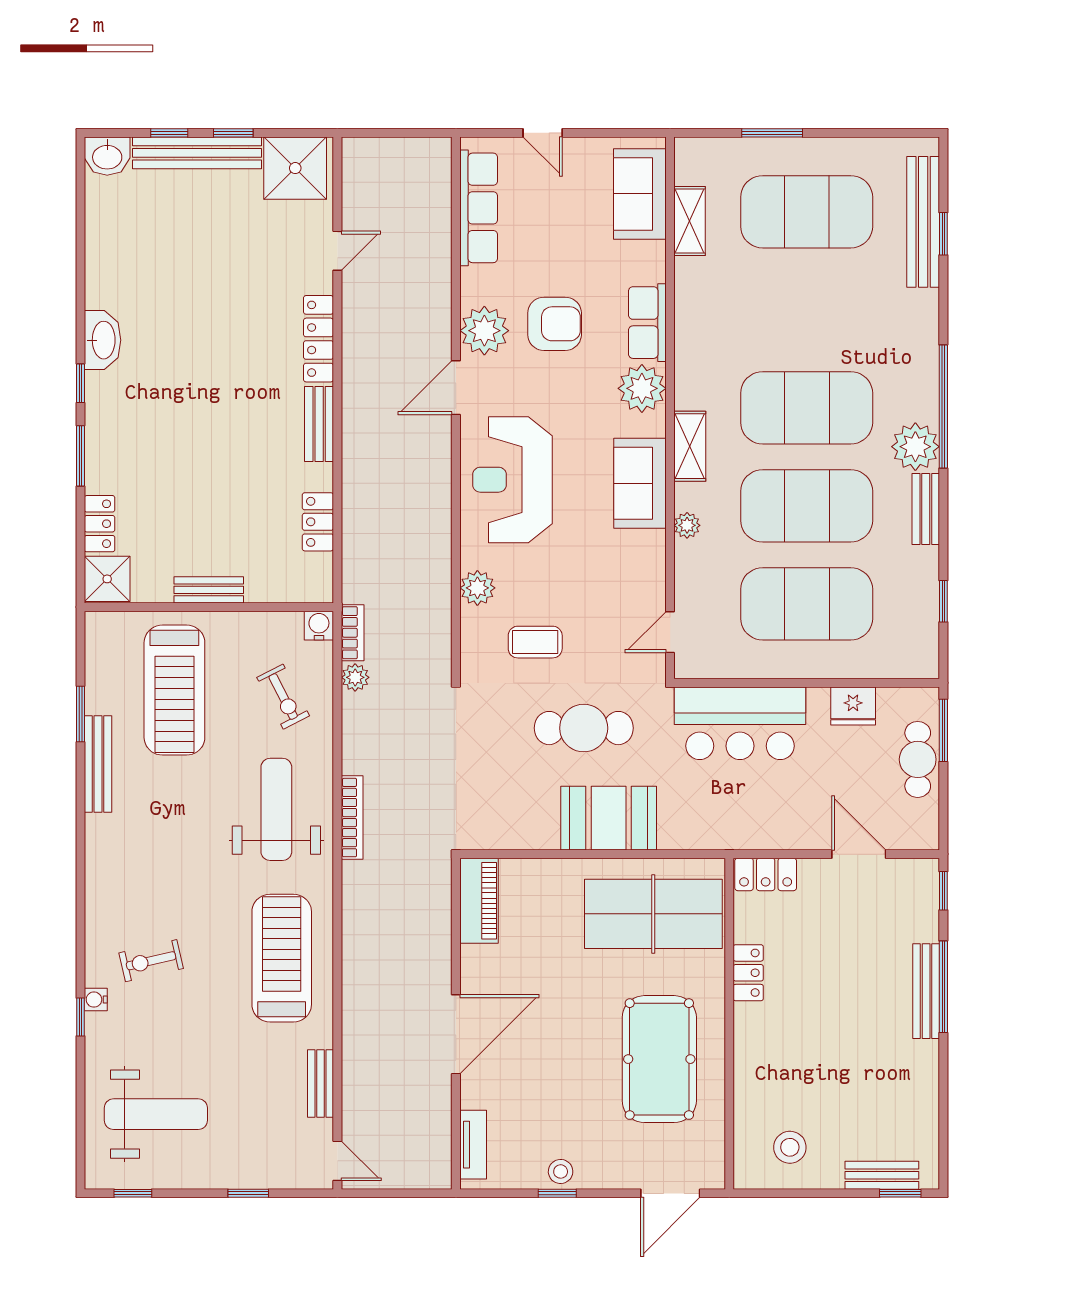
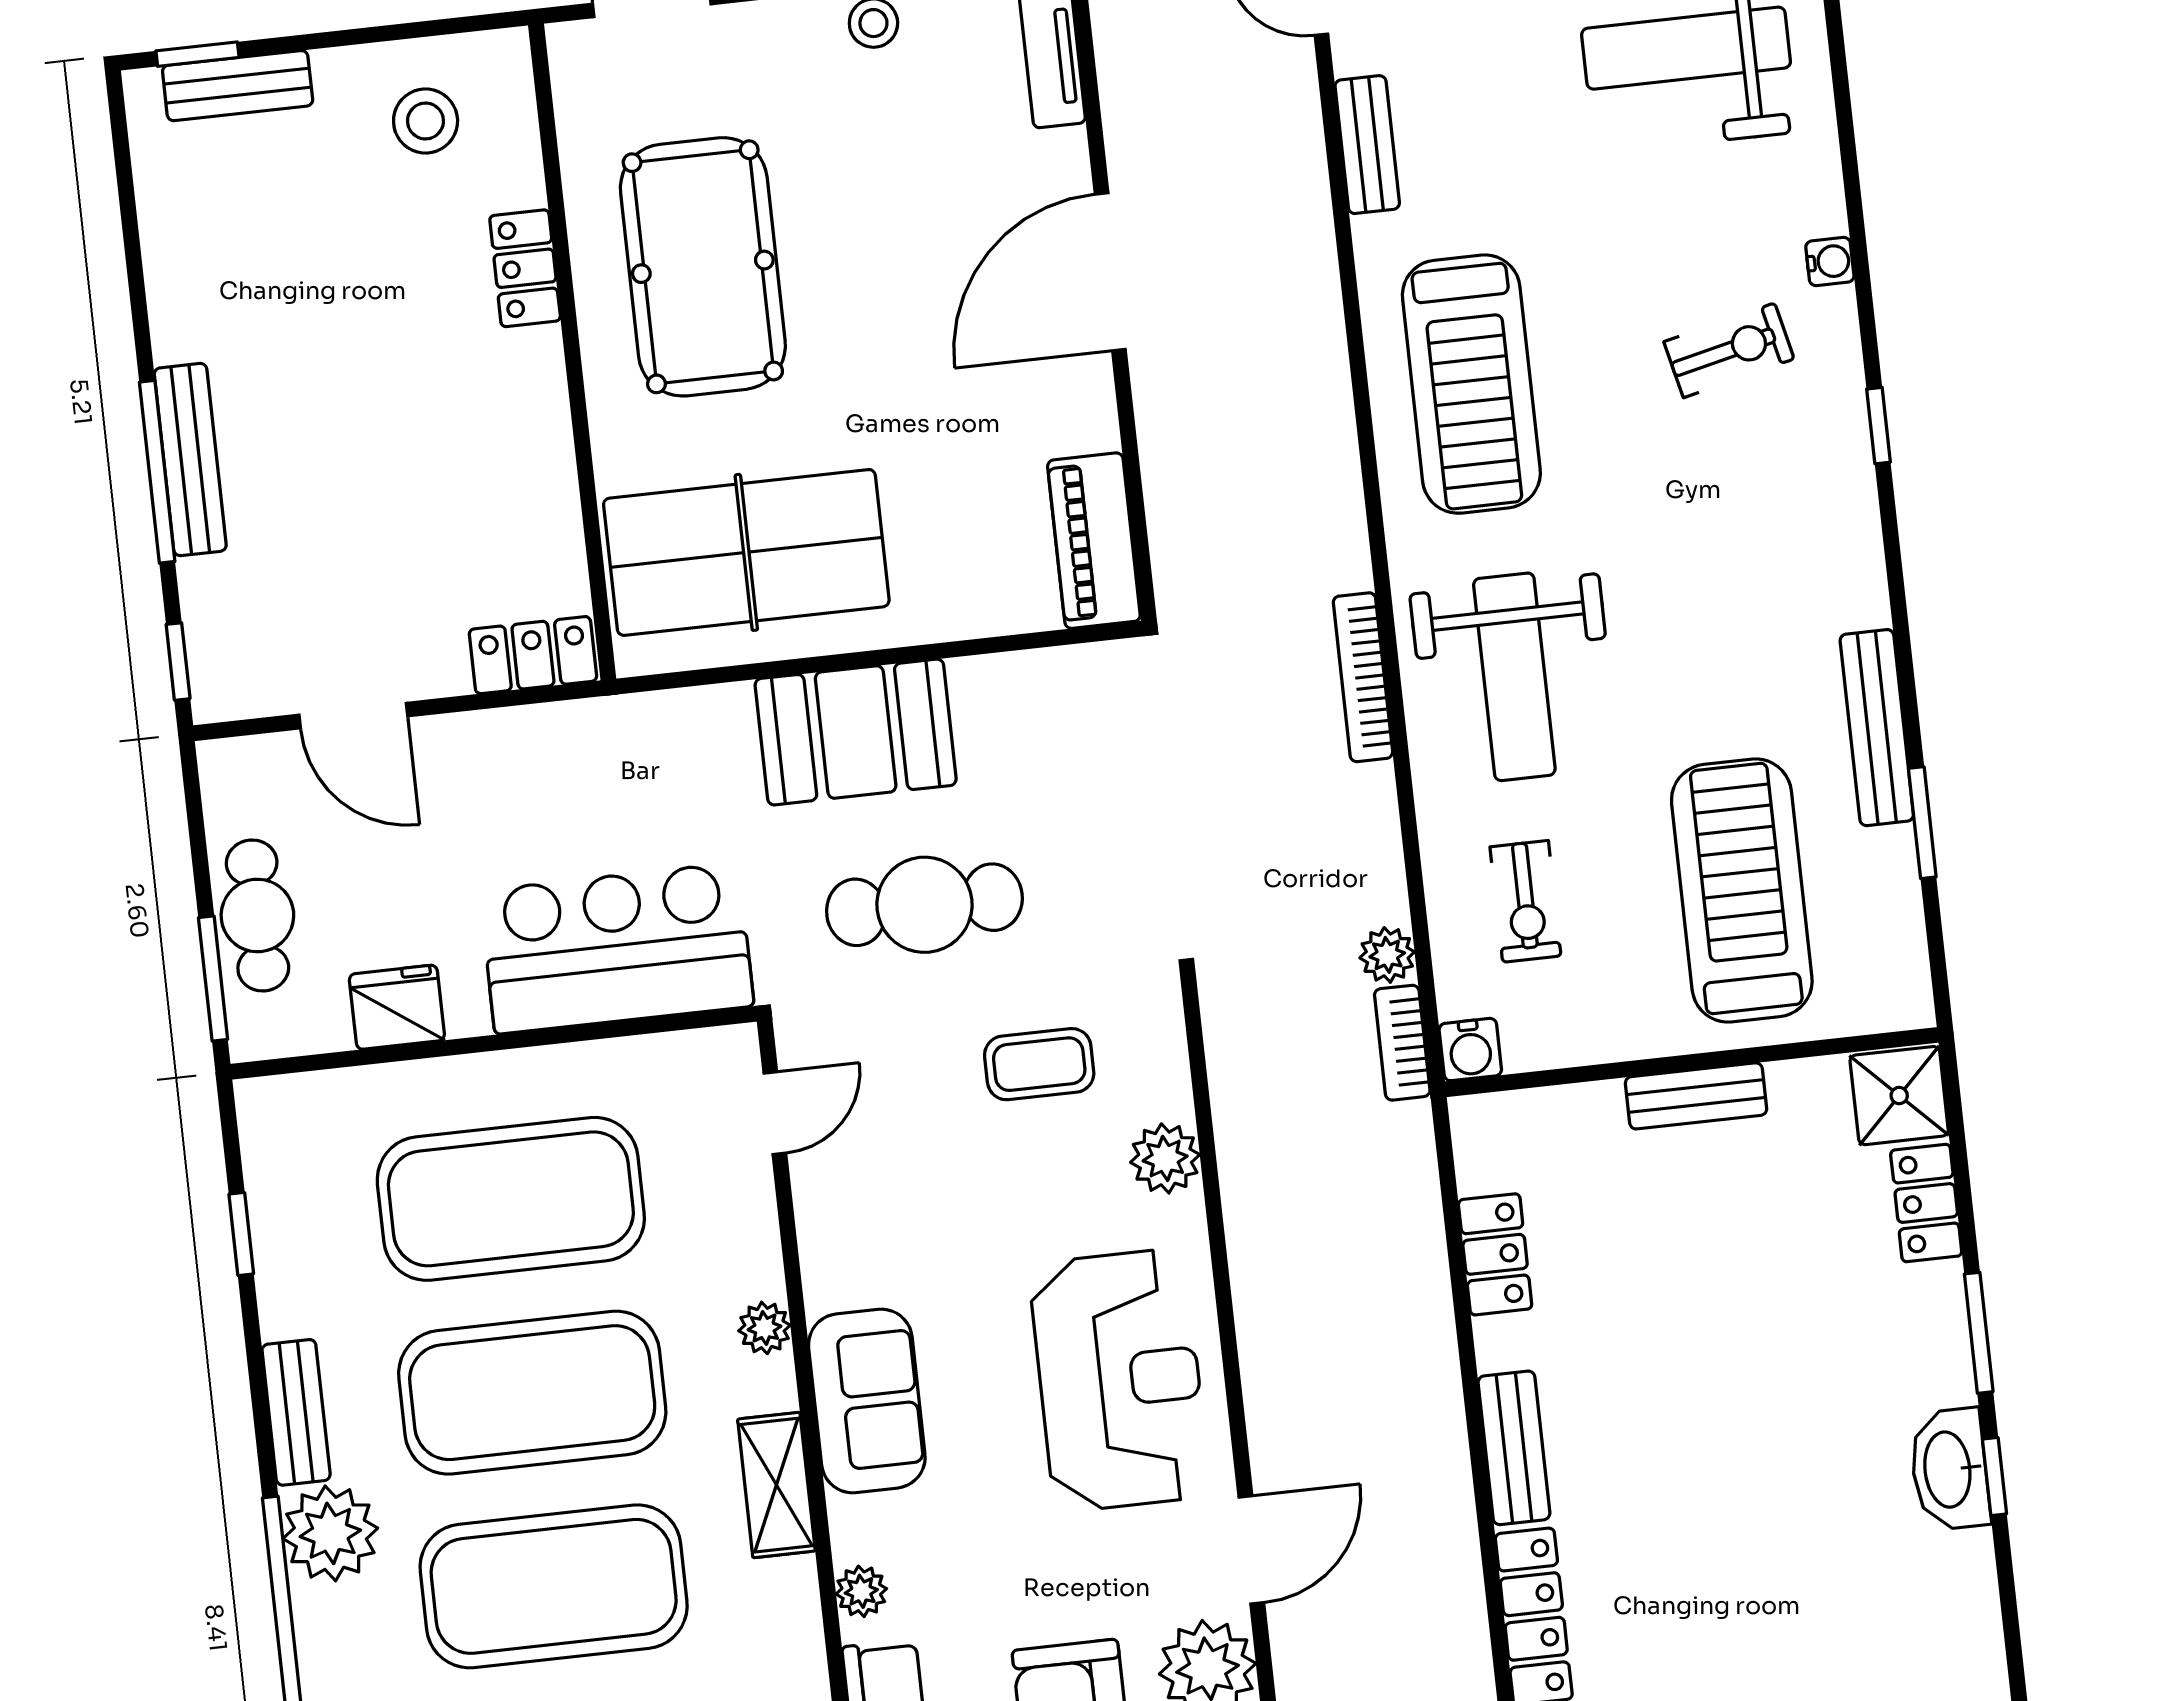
washbasin: (103, 340) -> (1950, 1469), moved
plant: (642, 388) -> (861, 1591), width x0.53, depth x0.53
exercise bike: (283, 697) -> (1525, 901), turned -153
locker: (748, 973) -> (525, 268), moved
window: (81, 1017) -> (1878, 426), moved

